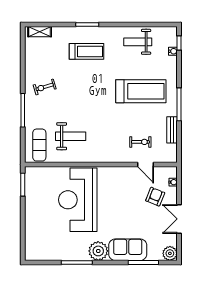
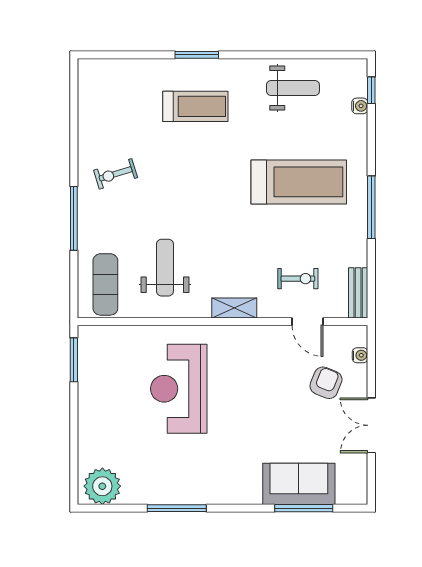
shelving: (40, 32) -> (234, 308), moved
weight bench: (138, 42) -> (293, 88), turned 180
bench: (172, 130) -> (358, 293), moved
weight bench: (71, 136) -> (165, 268), turned -90
reception desk: (78, 200) -> (179, 389), width x0.74, depth x0.77
sofa: (128, 250) -> (299, 484), moved
plant: (98, 251) -> (102, 486), moved
plant: (170, 253) -> (354, 491), removed

